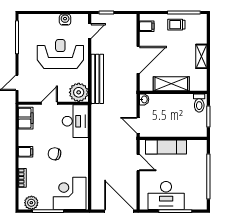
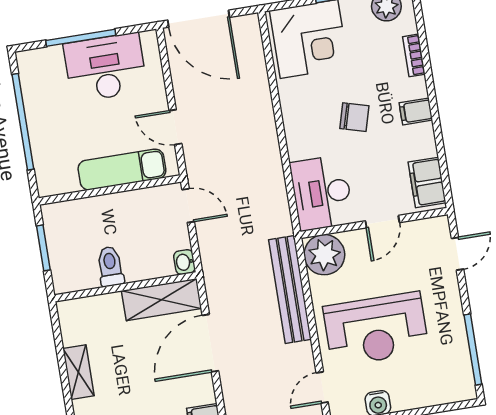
shelving: (171, 84) -> (162, 300), moved
toilet: (199, 103) -> (110, 266), moved

